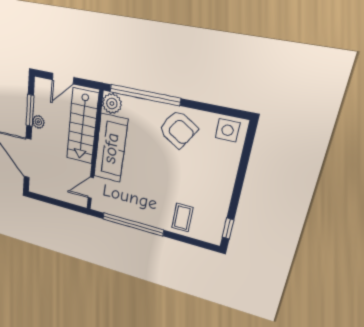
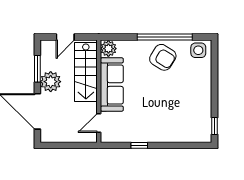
window: (145, 95) -> (165, 37), moved
plant: (38, 122) -> (51, 82), width x1.87, depth x1.87
coffee table: (182, 218) -> (179, 127), removed
window: (133, 224) -> (139, 145), width x0.32

